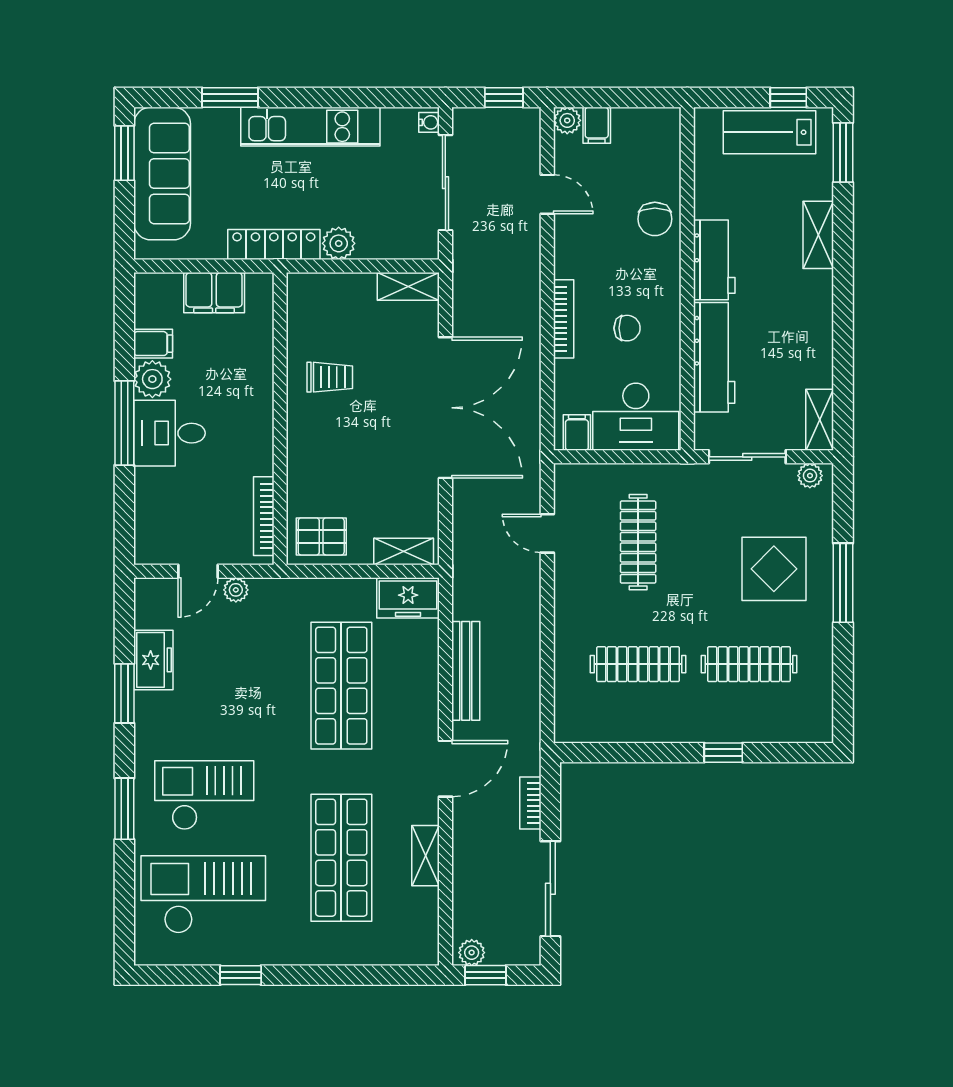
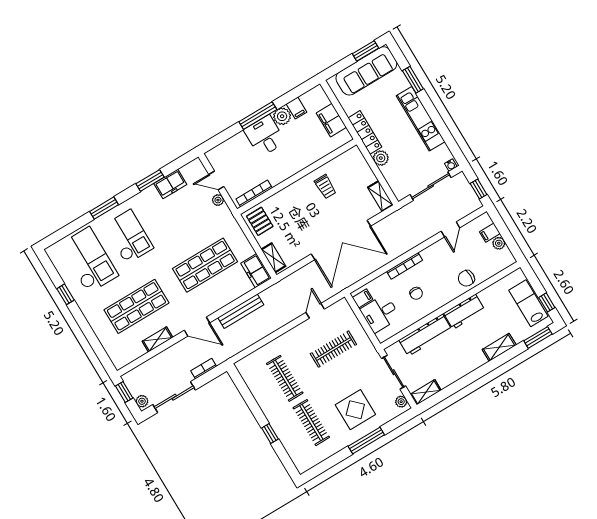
plant: (567, 120) -> (499, 243), moved
desk: (636, 417) -> (380, 313), width x0.73
plant: (472, 953) -> (142, 401), moved

